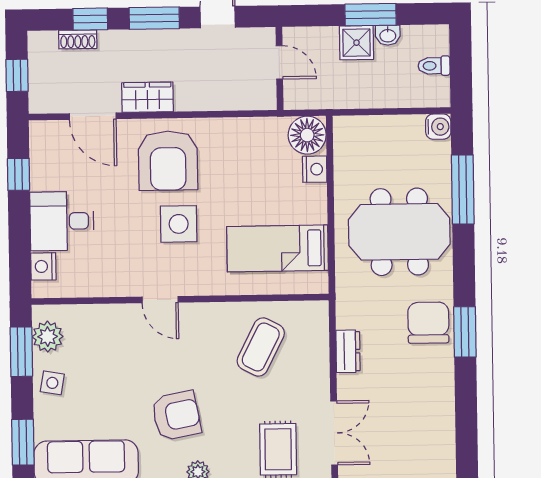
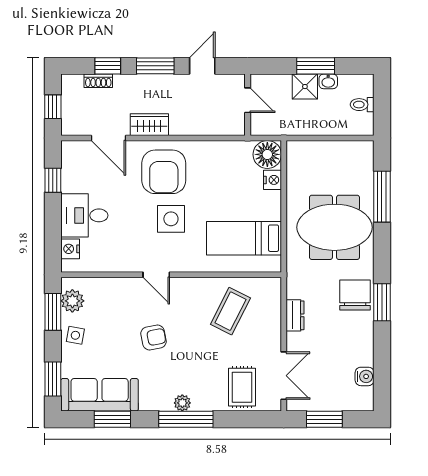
water cooler: (438, 127) -> (365, 376), moved
armchair: (176, 416) -> (153, 338), moved, width x0.72, depth x0.72

